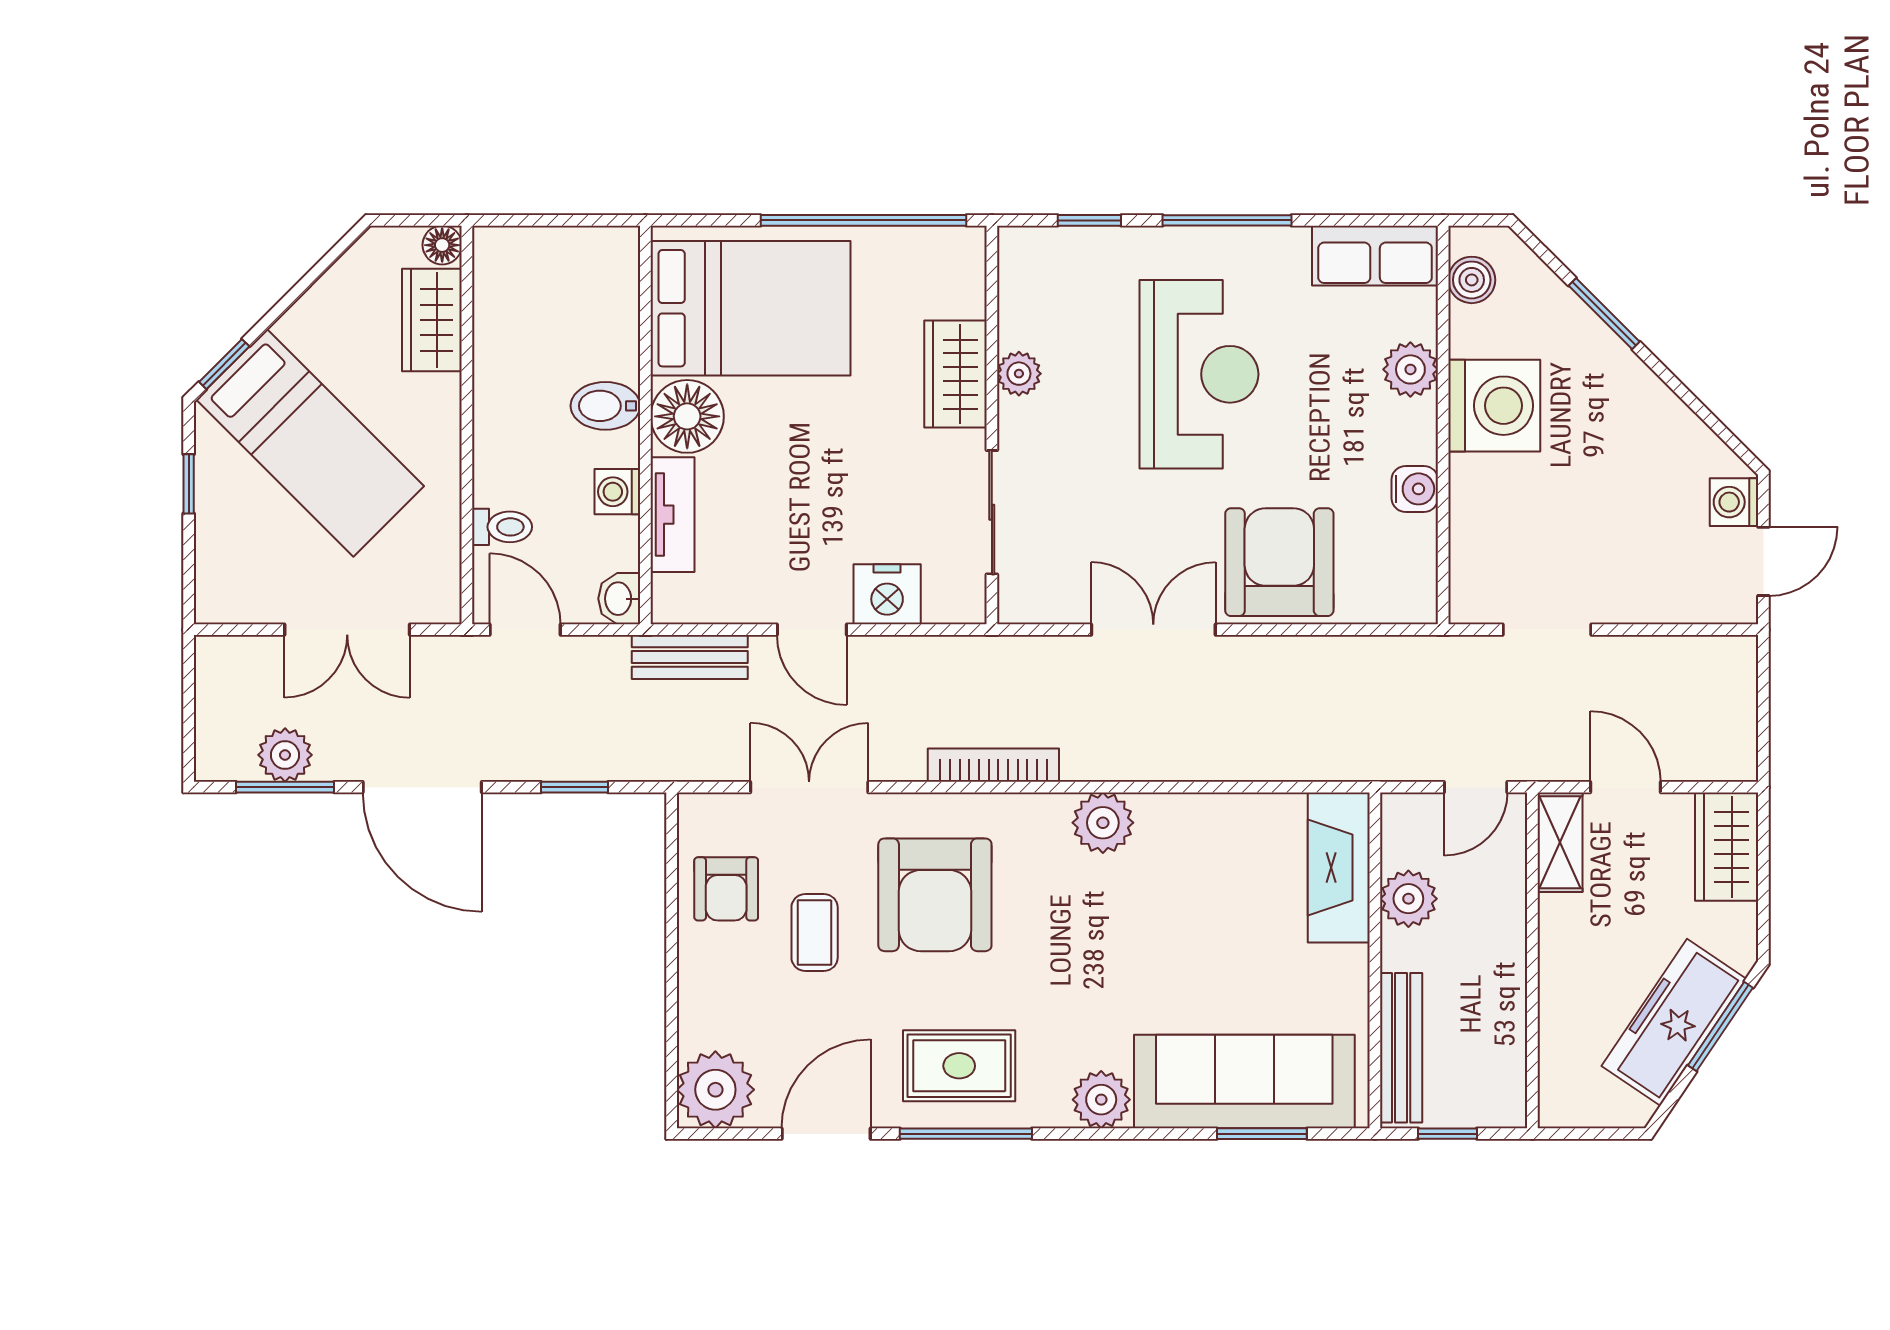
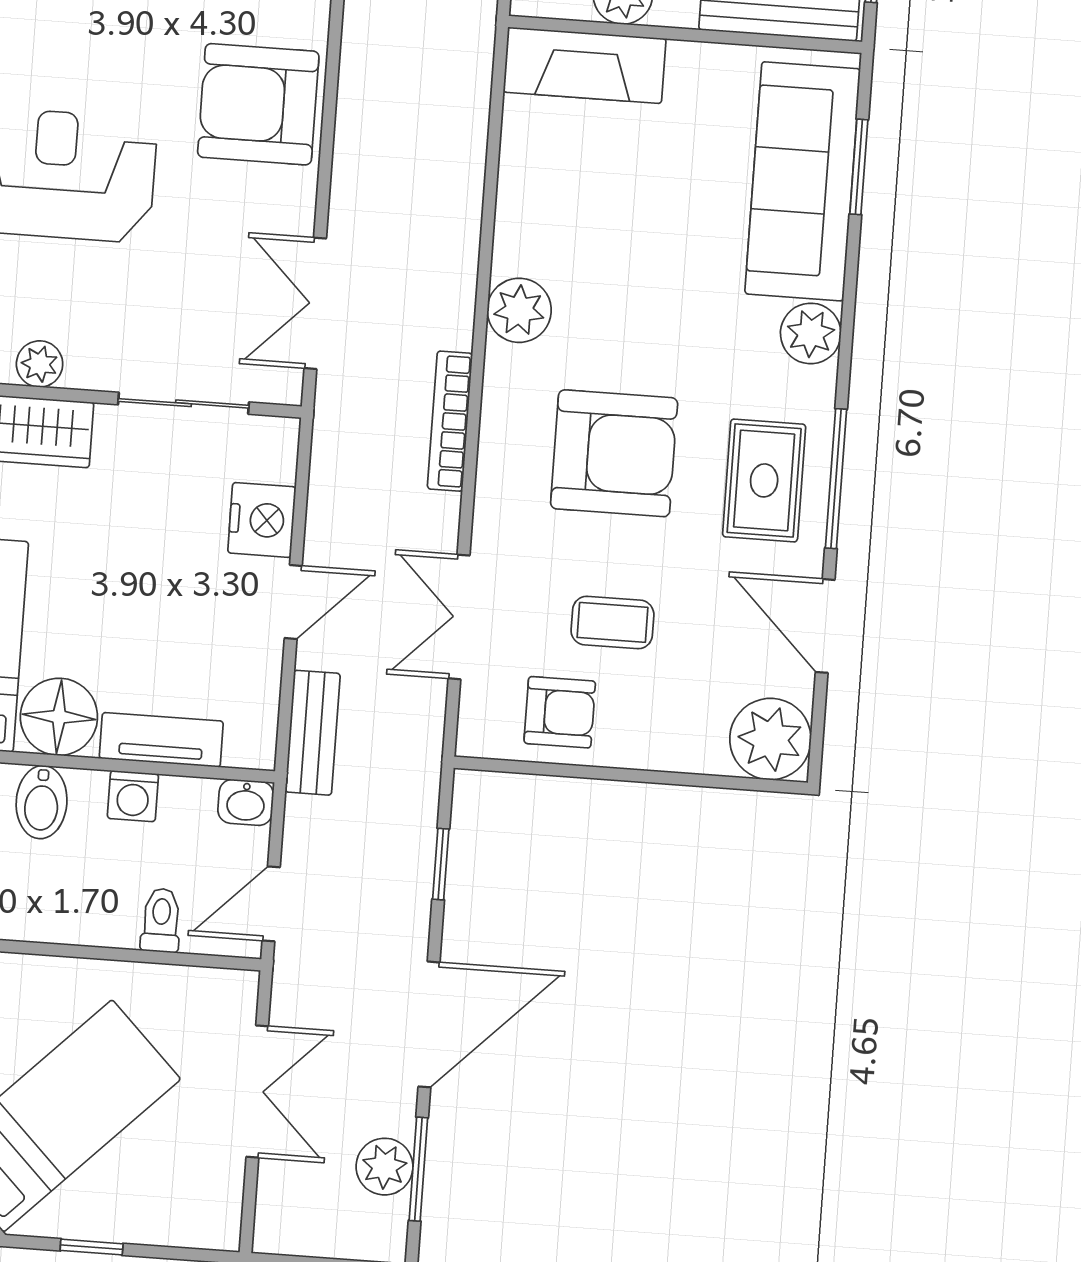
double door: (1153, 630) -> (315, 303), moved
armchair: (935, 895) -> (614, 453), moved

